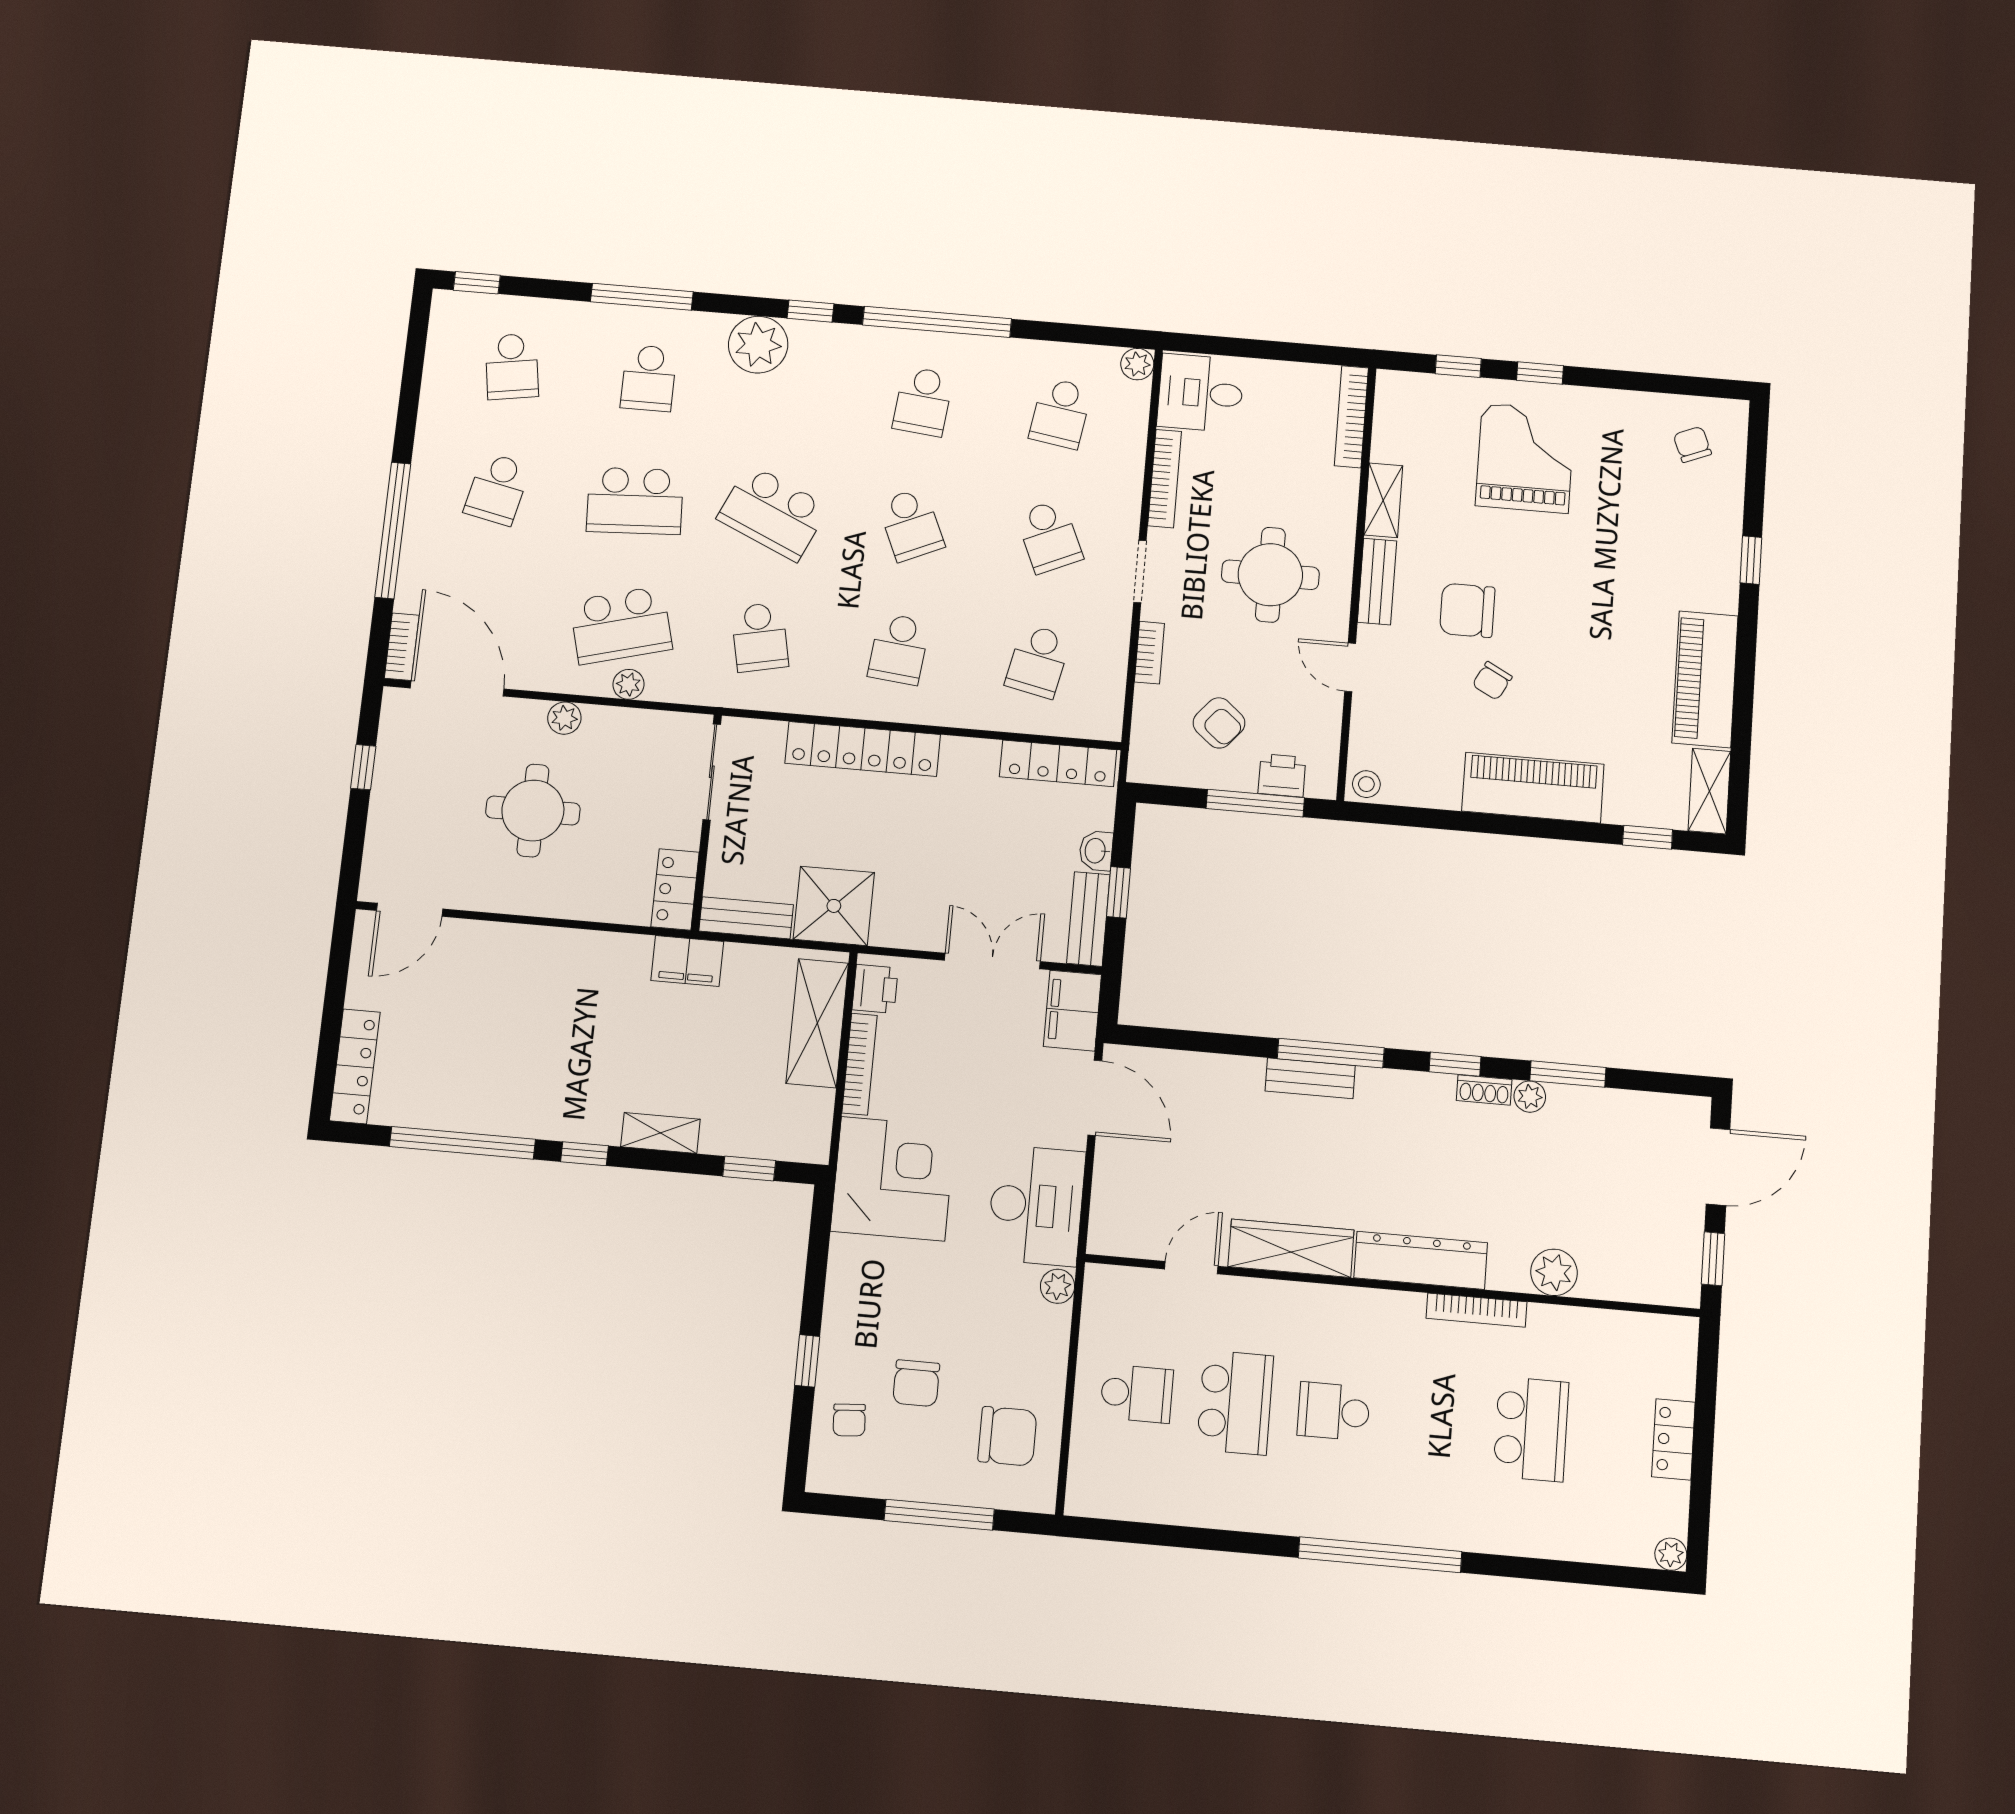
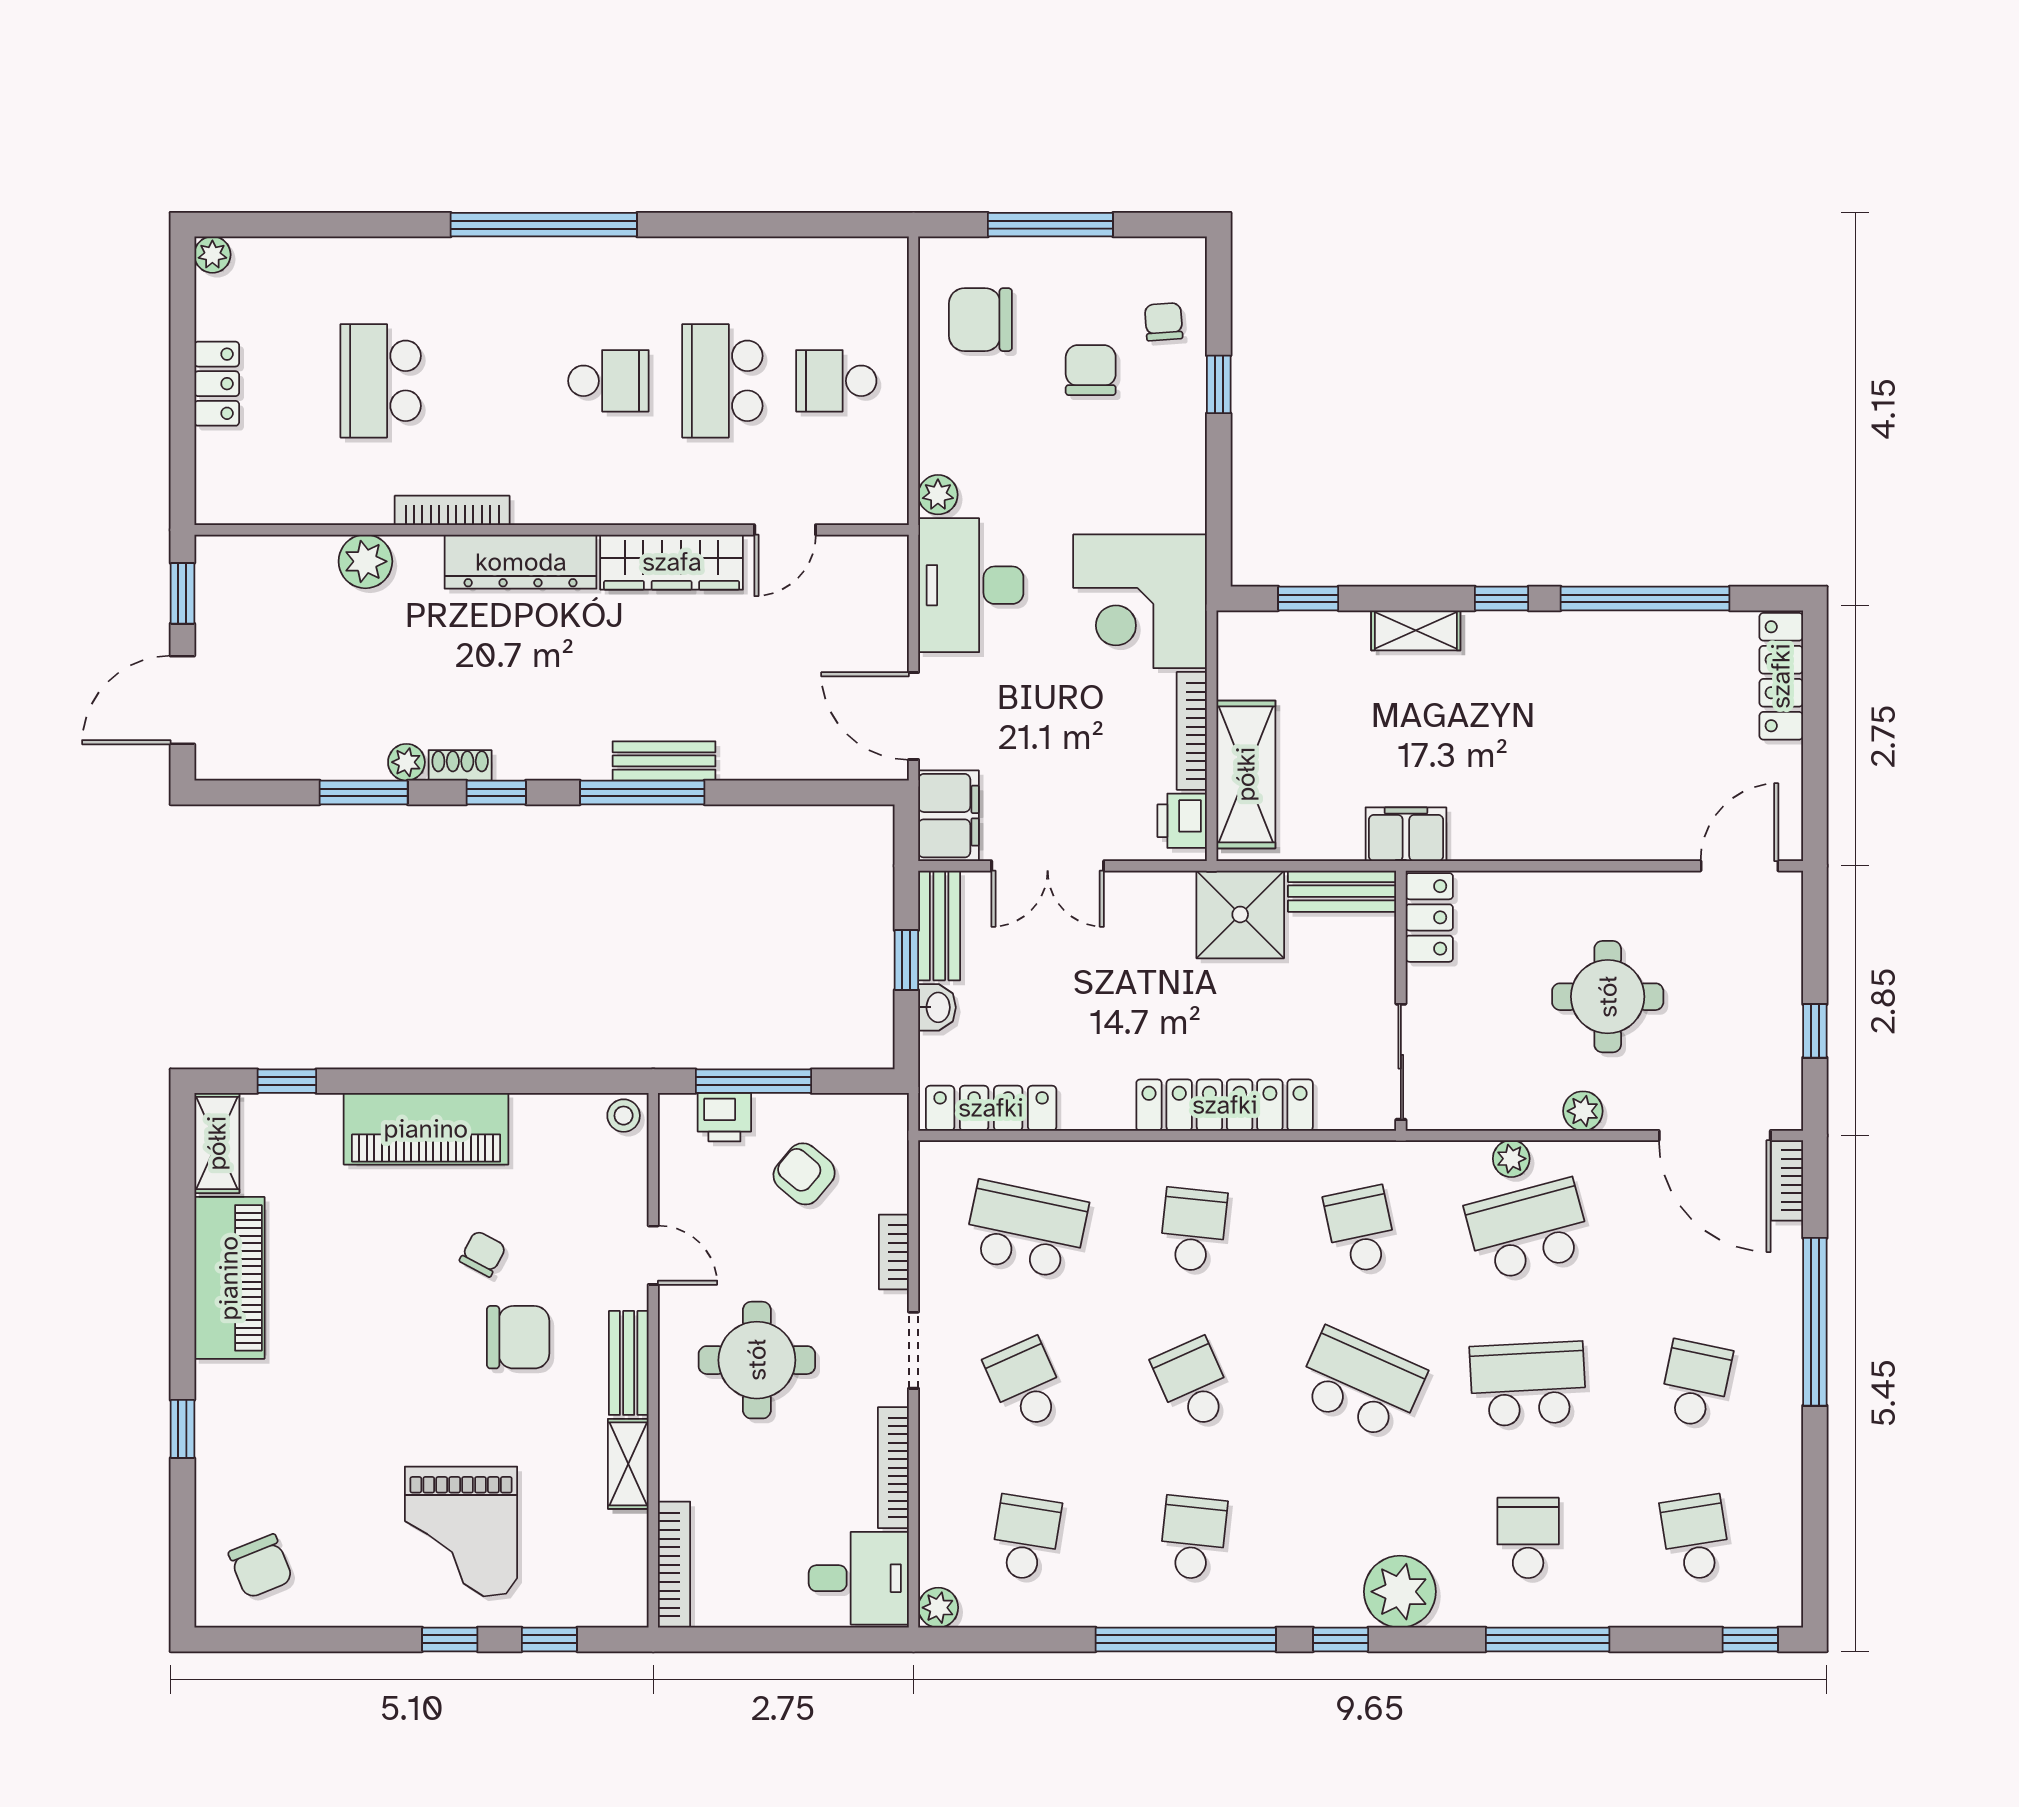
chair: (1692, 444) -> (261, 1566), width x1.37, depth x1.37
school desk: (1038, 661) -> (1026, 1230), width x1.85

